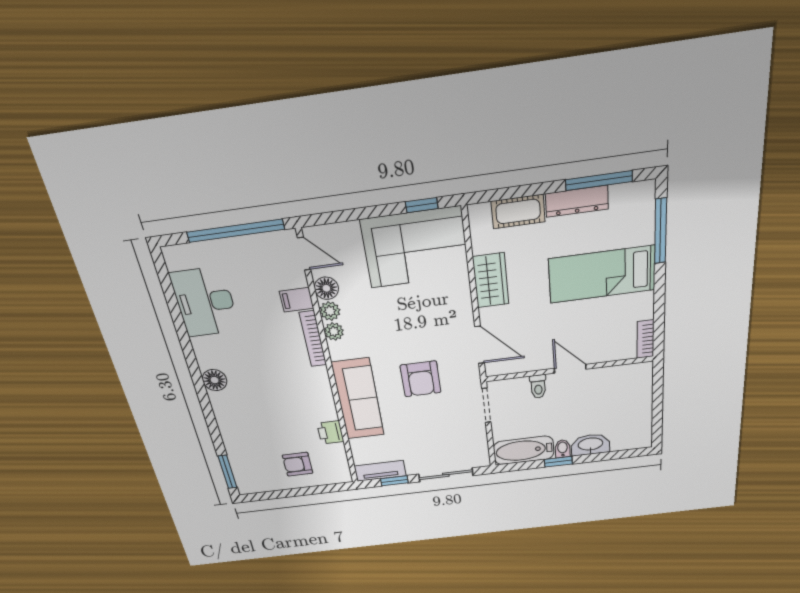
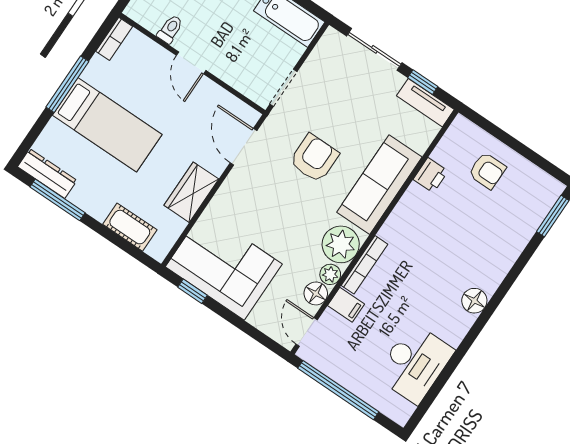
dresser: (577, 201) -> (47, 174), moved
window: (661, 231) -> (67, 84), moved
plant: (334, 331) -> (341, 244), width x1.87, depth x1.87
toilet: (538, 386) -> (170, 29), moved

